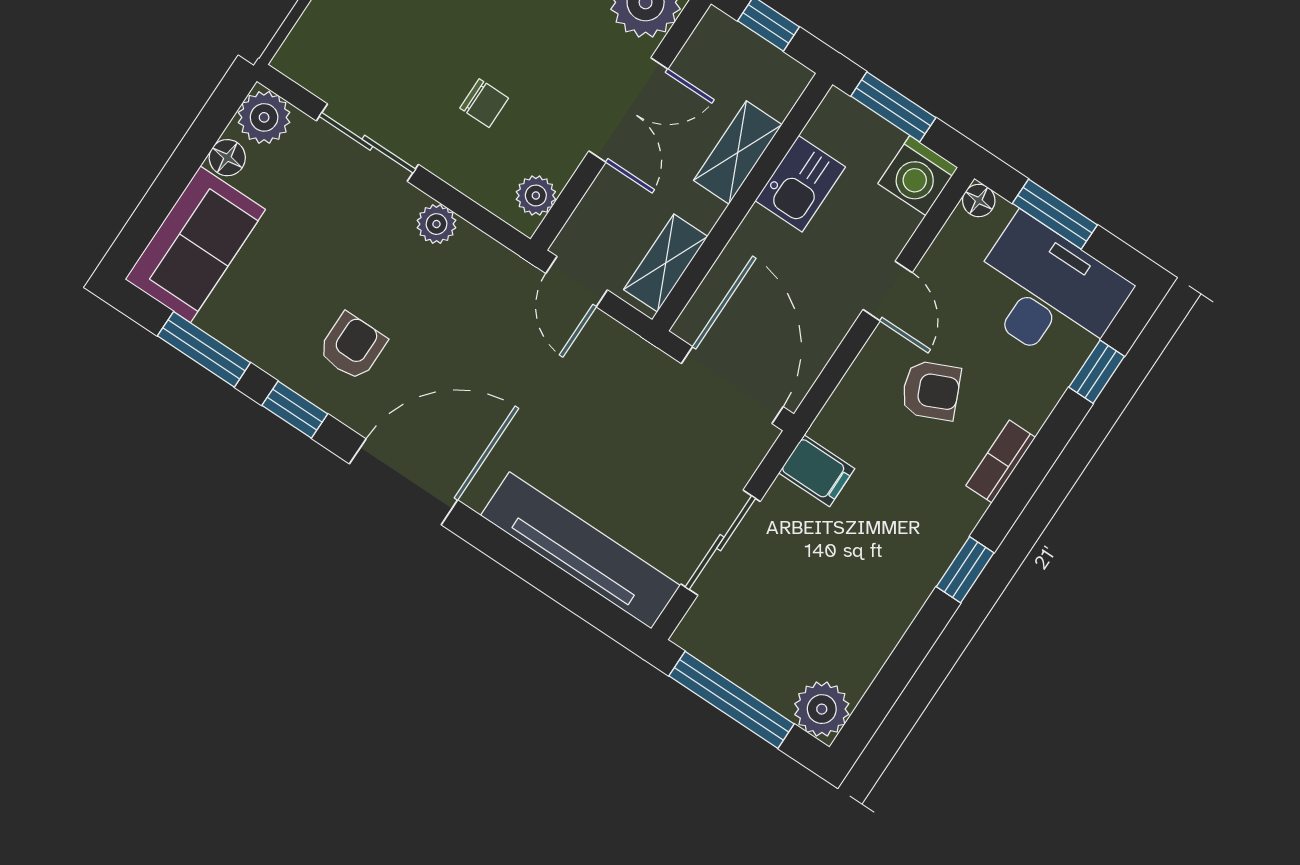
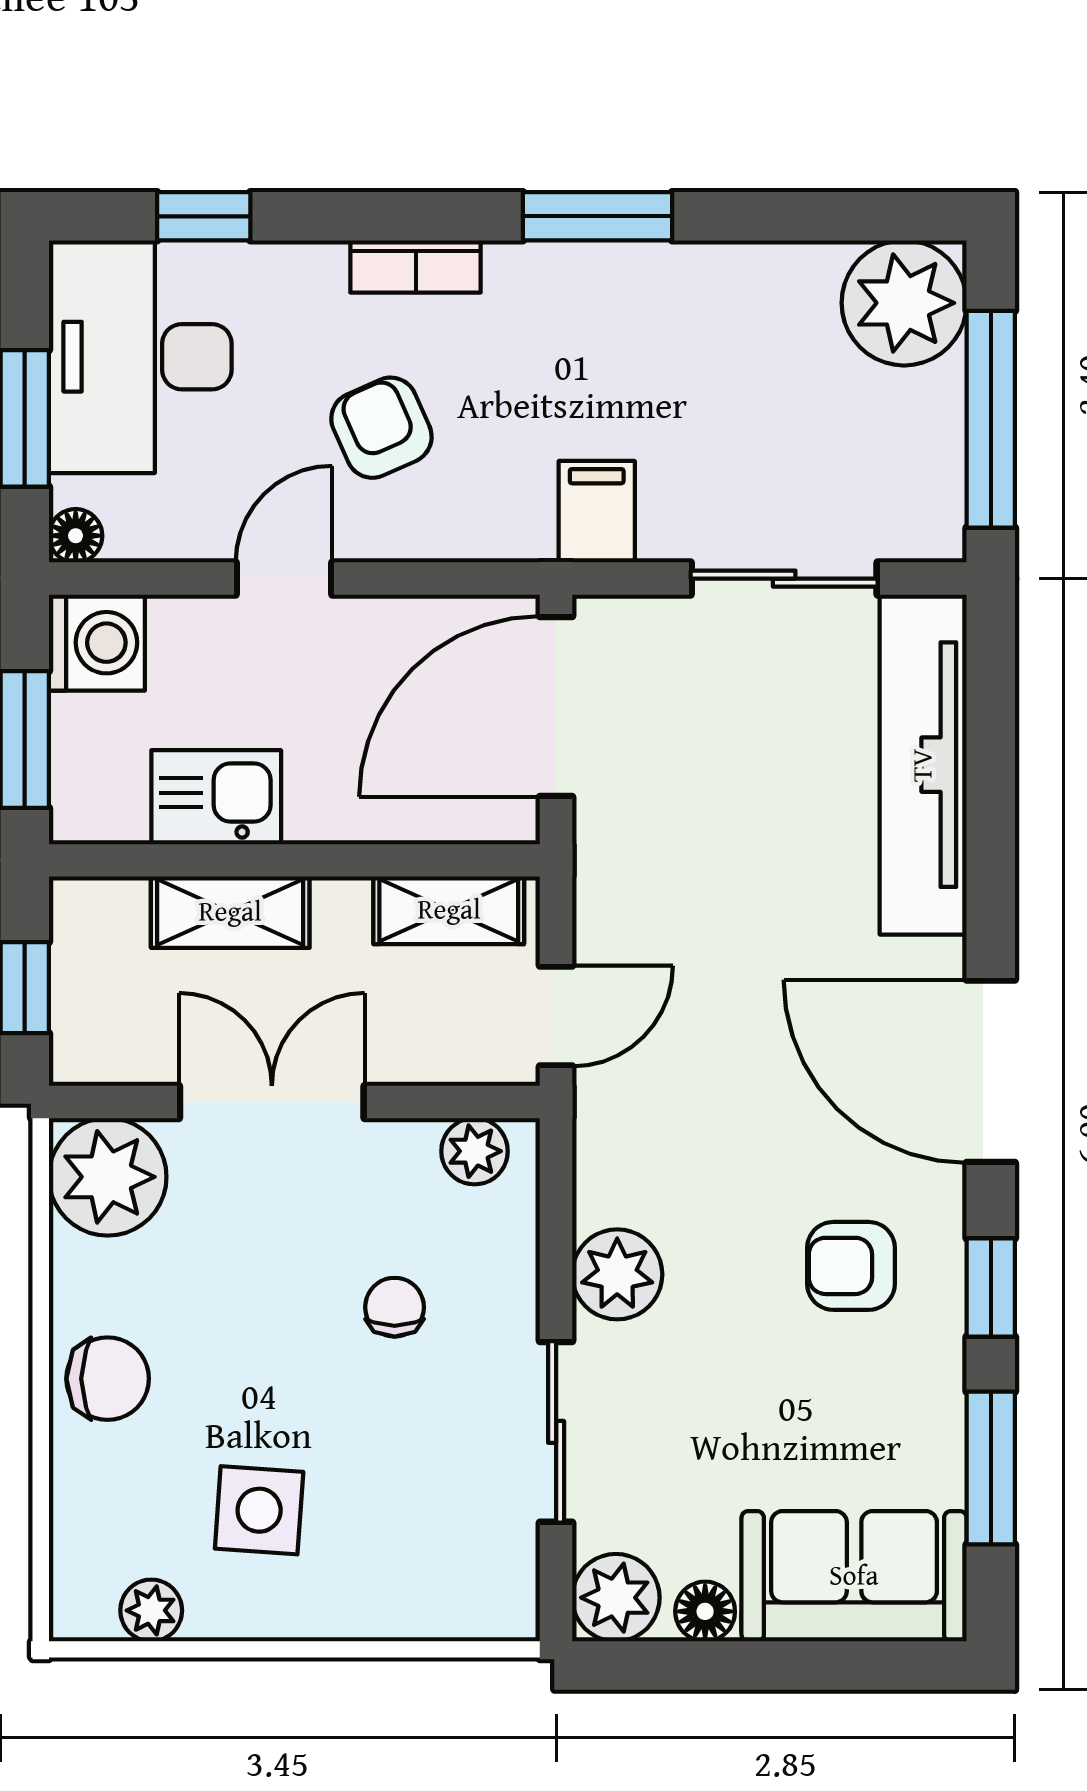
plant: (436, 224) -> (617, 1274), width x1.38, depth x1.38
window: (965, 570) -> (597, 216), width x1.50
plant: (822, 709) -> (904, 303), width x1.36, depth x1.36

